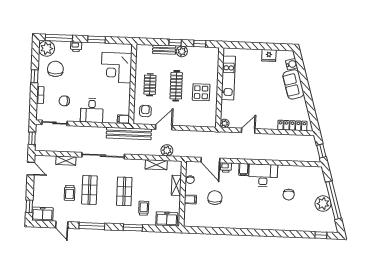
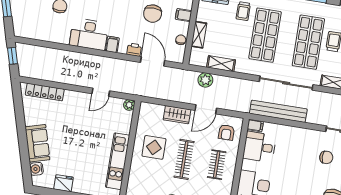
desk: (92, 110) -> (259, 147), moved, turned -90
wardrobe: (186, 120) -> (177, 115), added
bench: (129, 134) -> (278, 111), moved
shop shelf: (89, 190) -> (308, 42), width x1.43, depth x1.36
shop shelf: (124, 191) -> (265, 35), width x1.43, depth x1.36

